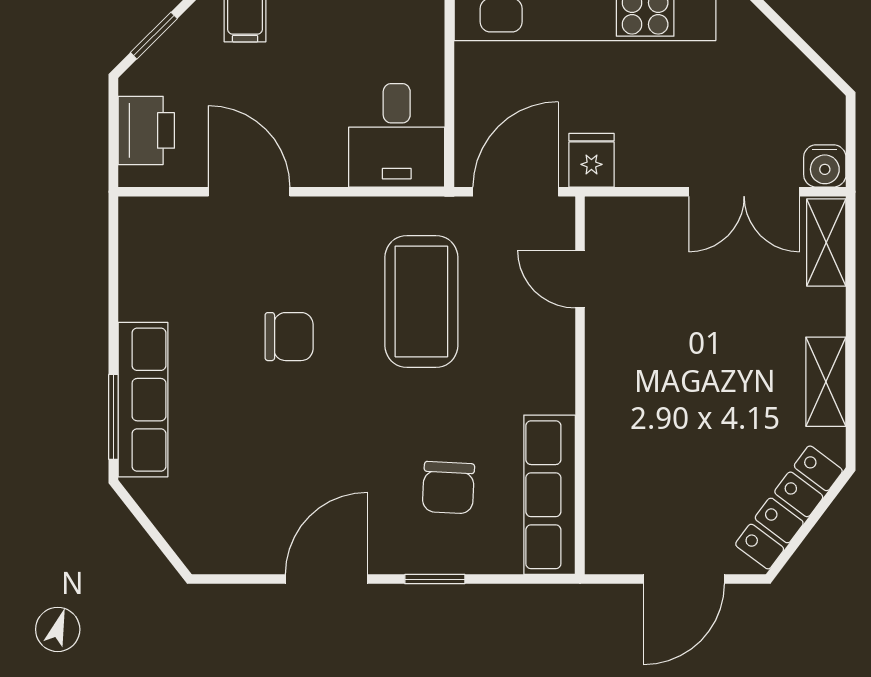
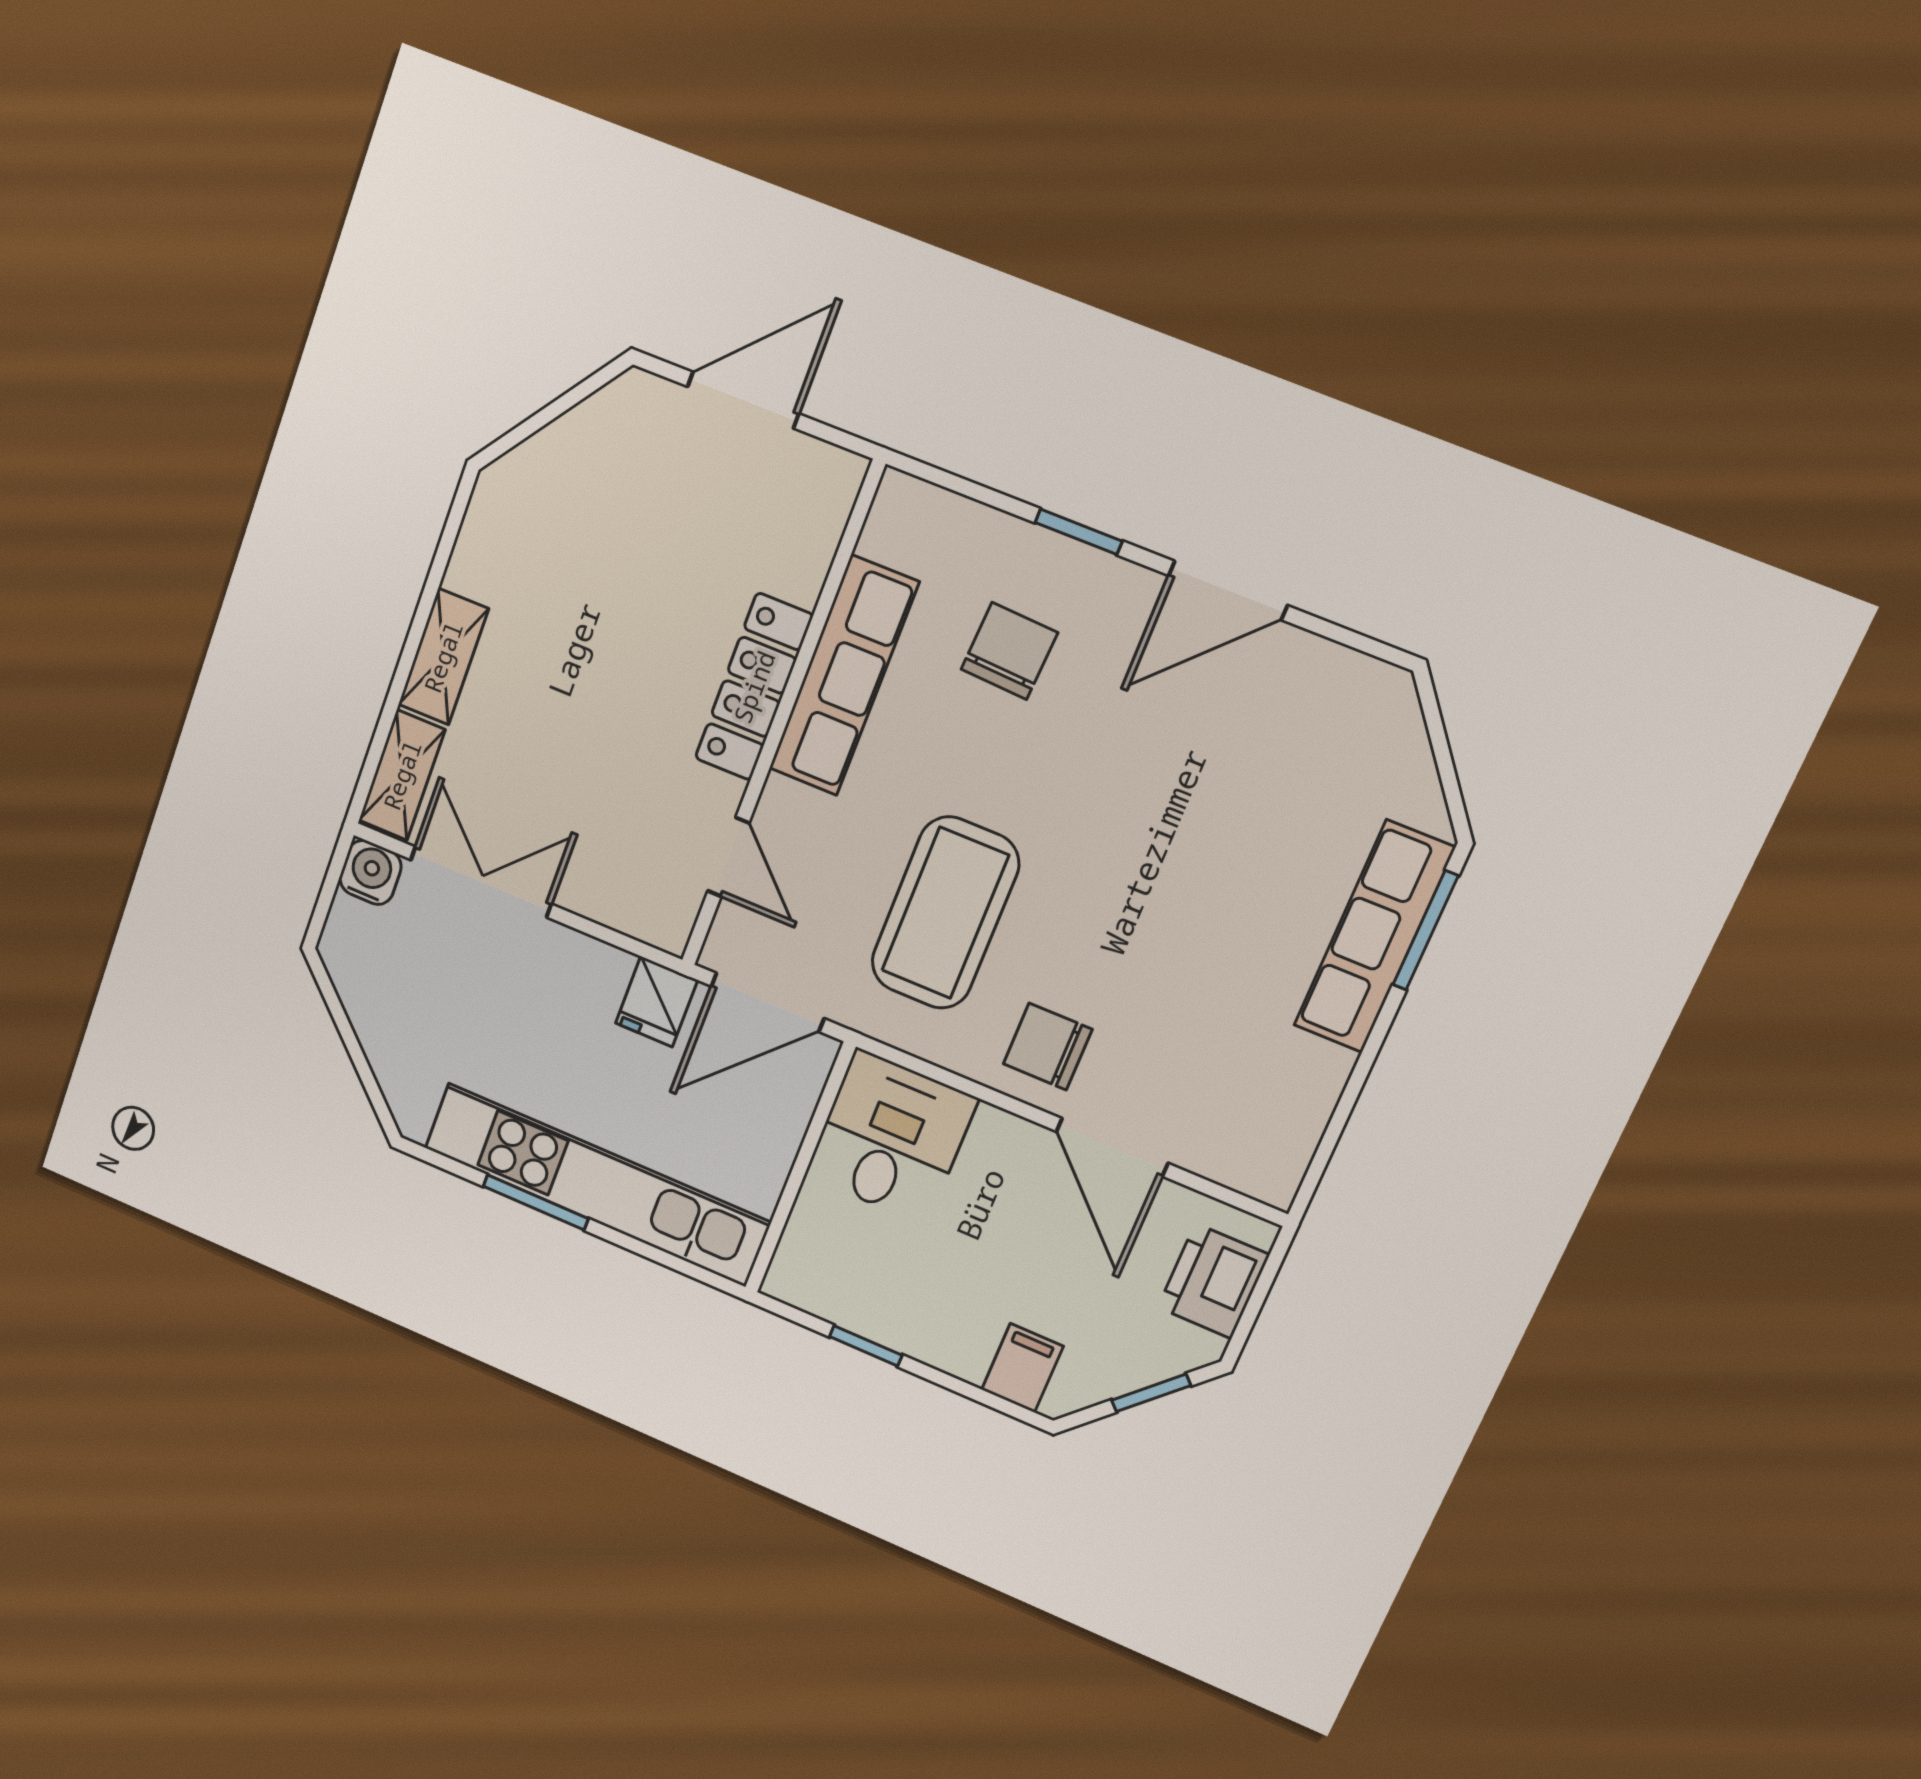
chair: (289, 337) -> (1048, 1047), moved
shelving: (826, 382) -> (443, 657), moved
row of seats: (550, 495) -> (844, 676), moved
locker: (789, 507) -> (754, 687), moved, turned 143

